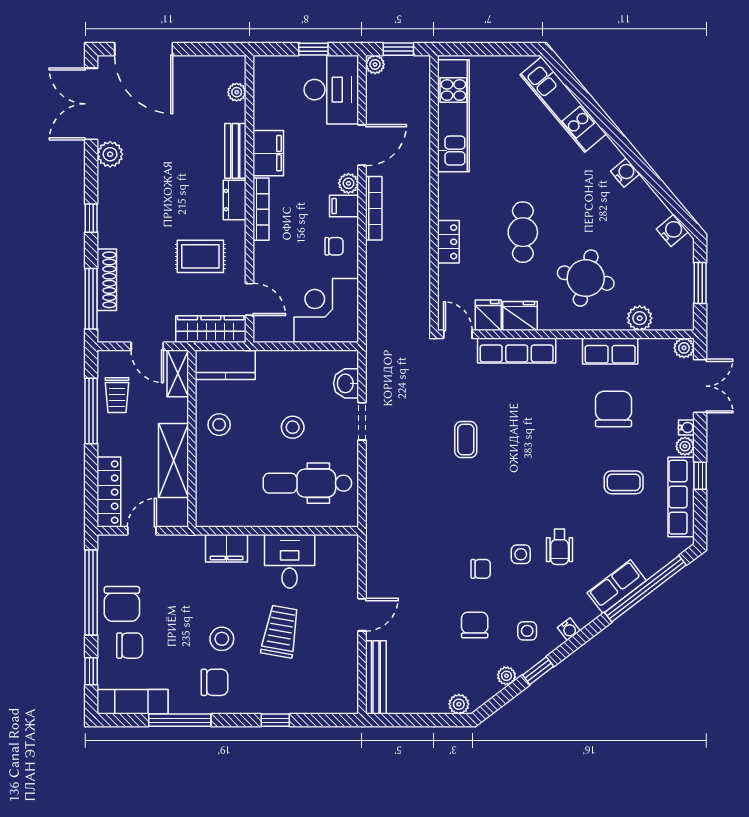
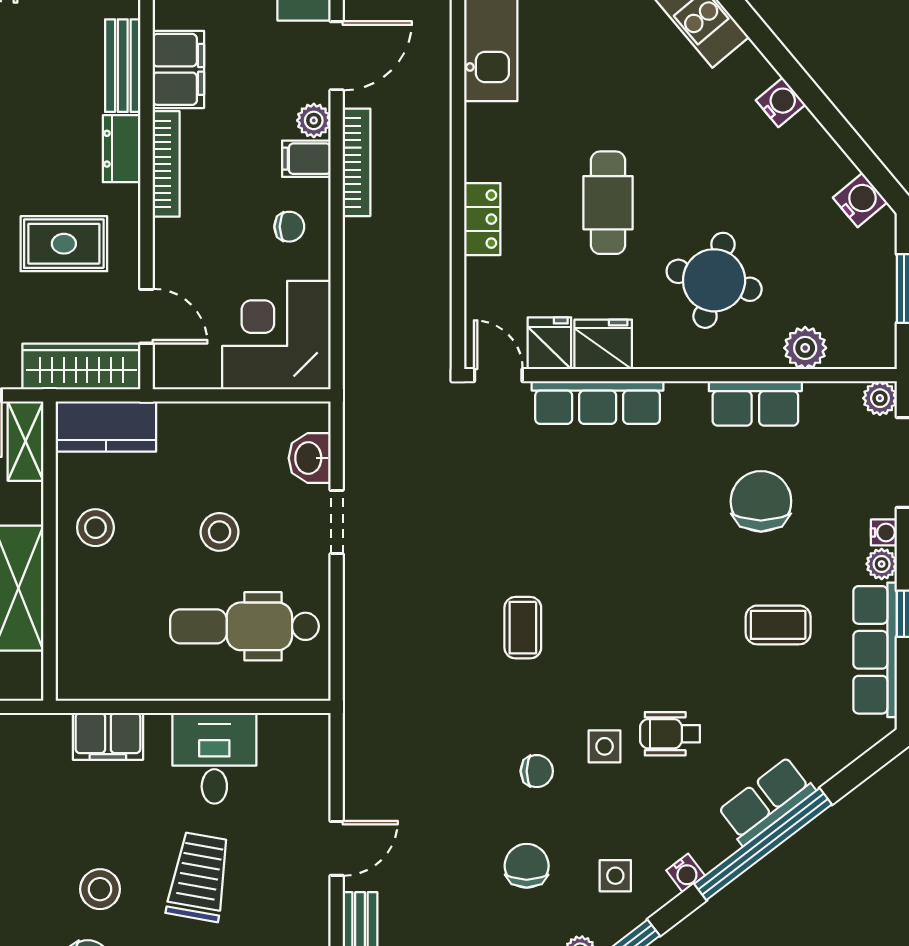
coffee table: (466, 440) -> (523, 628), moved
wheelchair: (560, 547) -> (670, 734), turned 90
window: (645, 589) -> (763, 844), moved

